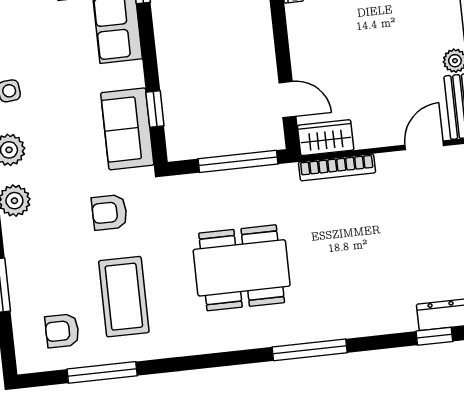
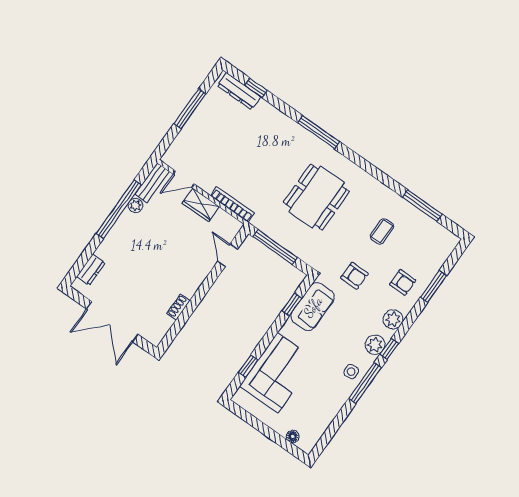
wardrobe: (326, 138) -> (201, 205), moved
dining table: (242, 268) -> (316, 197), turned 90
coffee table: (124, 297) -> (382, 231), width x0.54, depth x0.58
armchair: (62, 331) -> (403, 282), moved

